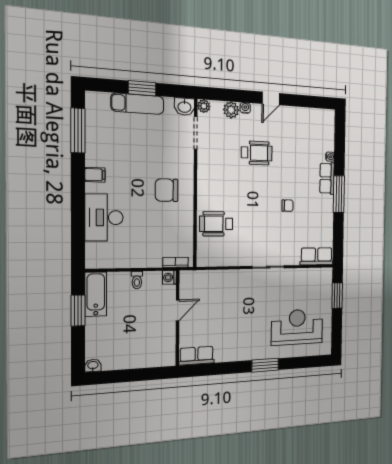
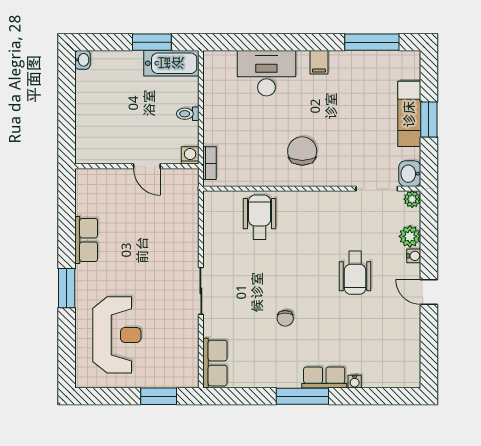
row of seats: (197, 356) -> (86, 240), moved

